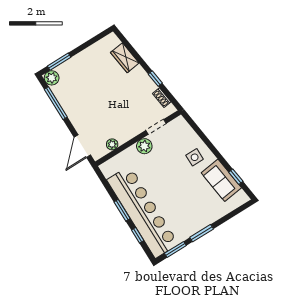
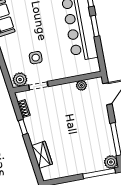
window: (59, 62) -> (99, 173), width x1.44
plant: (144, 146) -> (20, 80), moved
side table: (195, 157) -> (36, 58), moved

